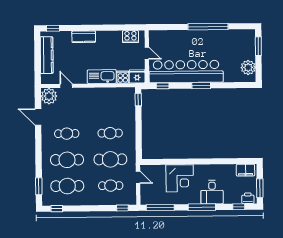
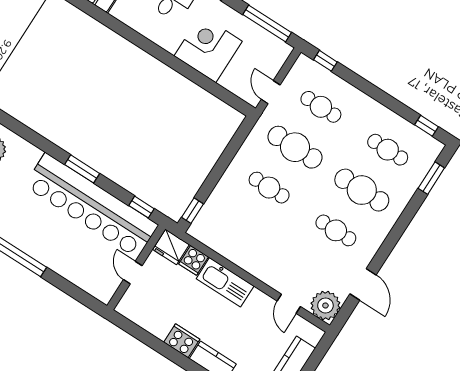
cooker: (130, 37) -> (182, 341), moved
cafe table: (67, 186) -> (388, 150), width x0.73, depth x0.74

